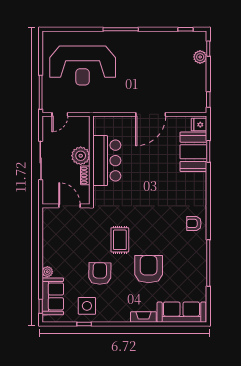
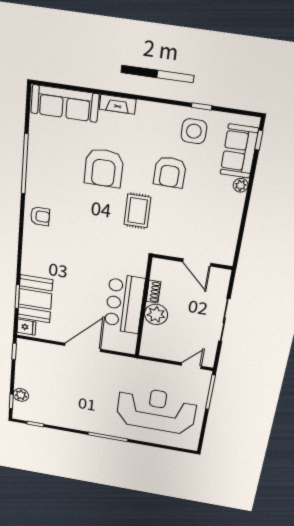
plant: (81, 156) -> (156, 314), moved
wall: (91, 160) -> (143, 307), moved
bar counter: (107, 161) -> (124, 304), moved
shoe rack: (85, 175) -> (153, 292), moved

